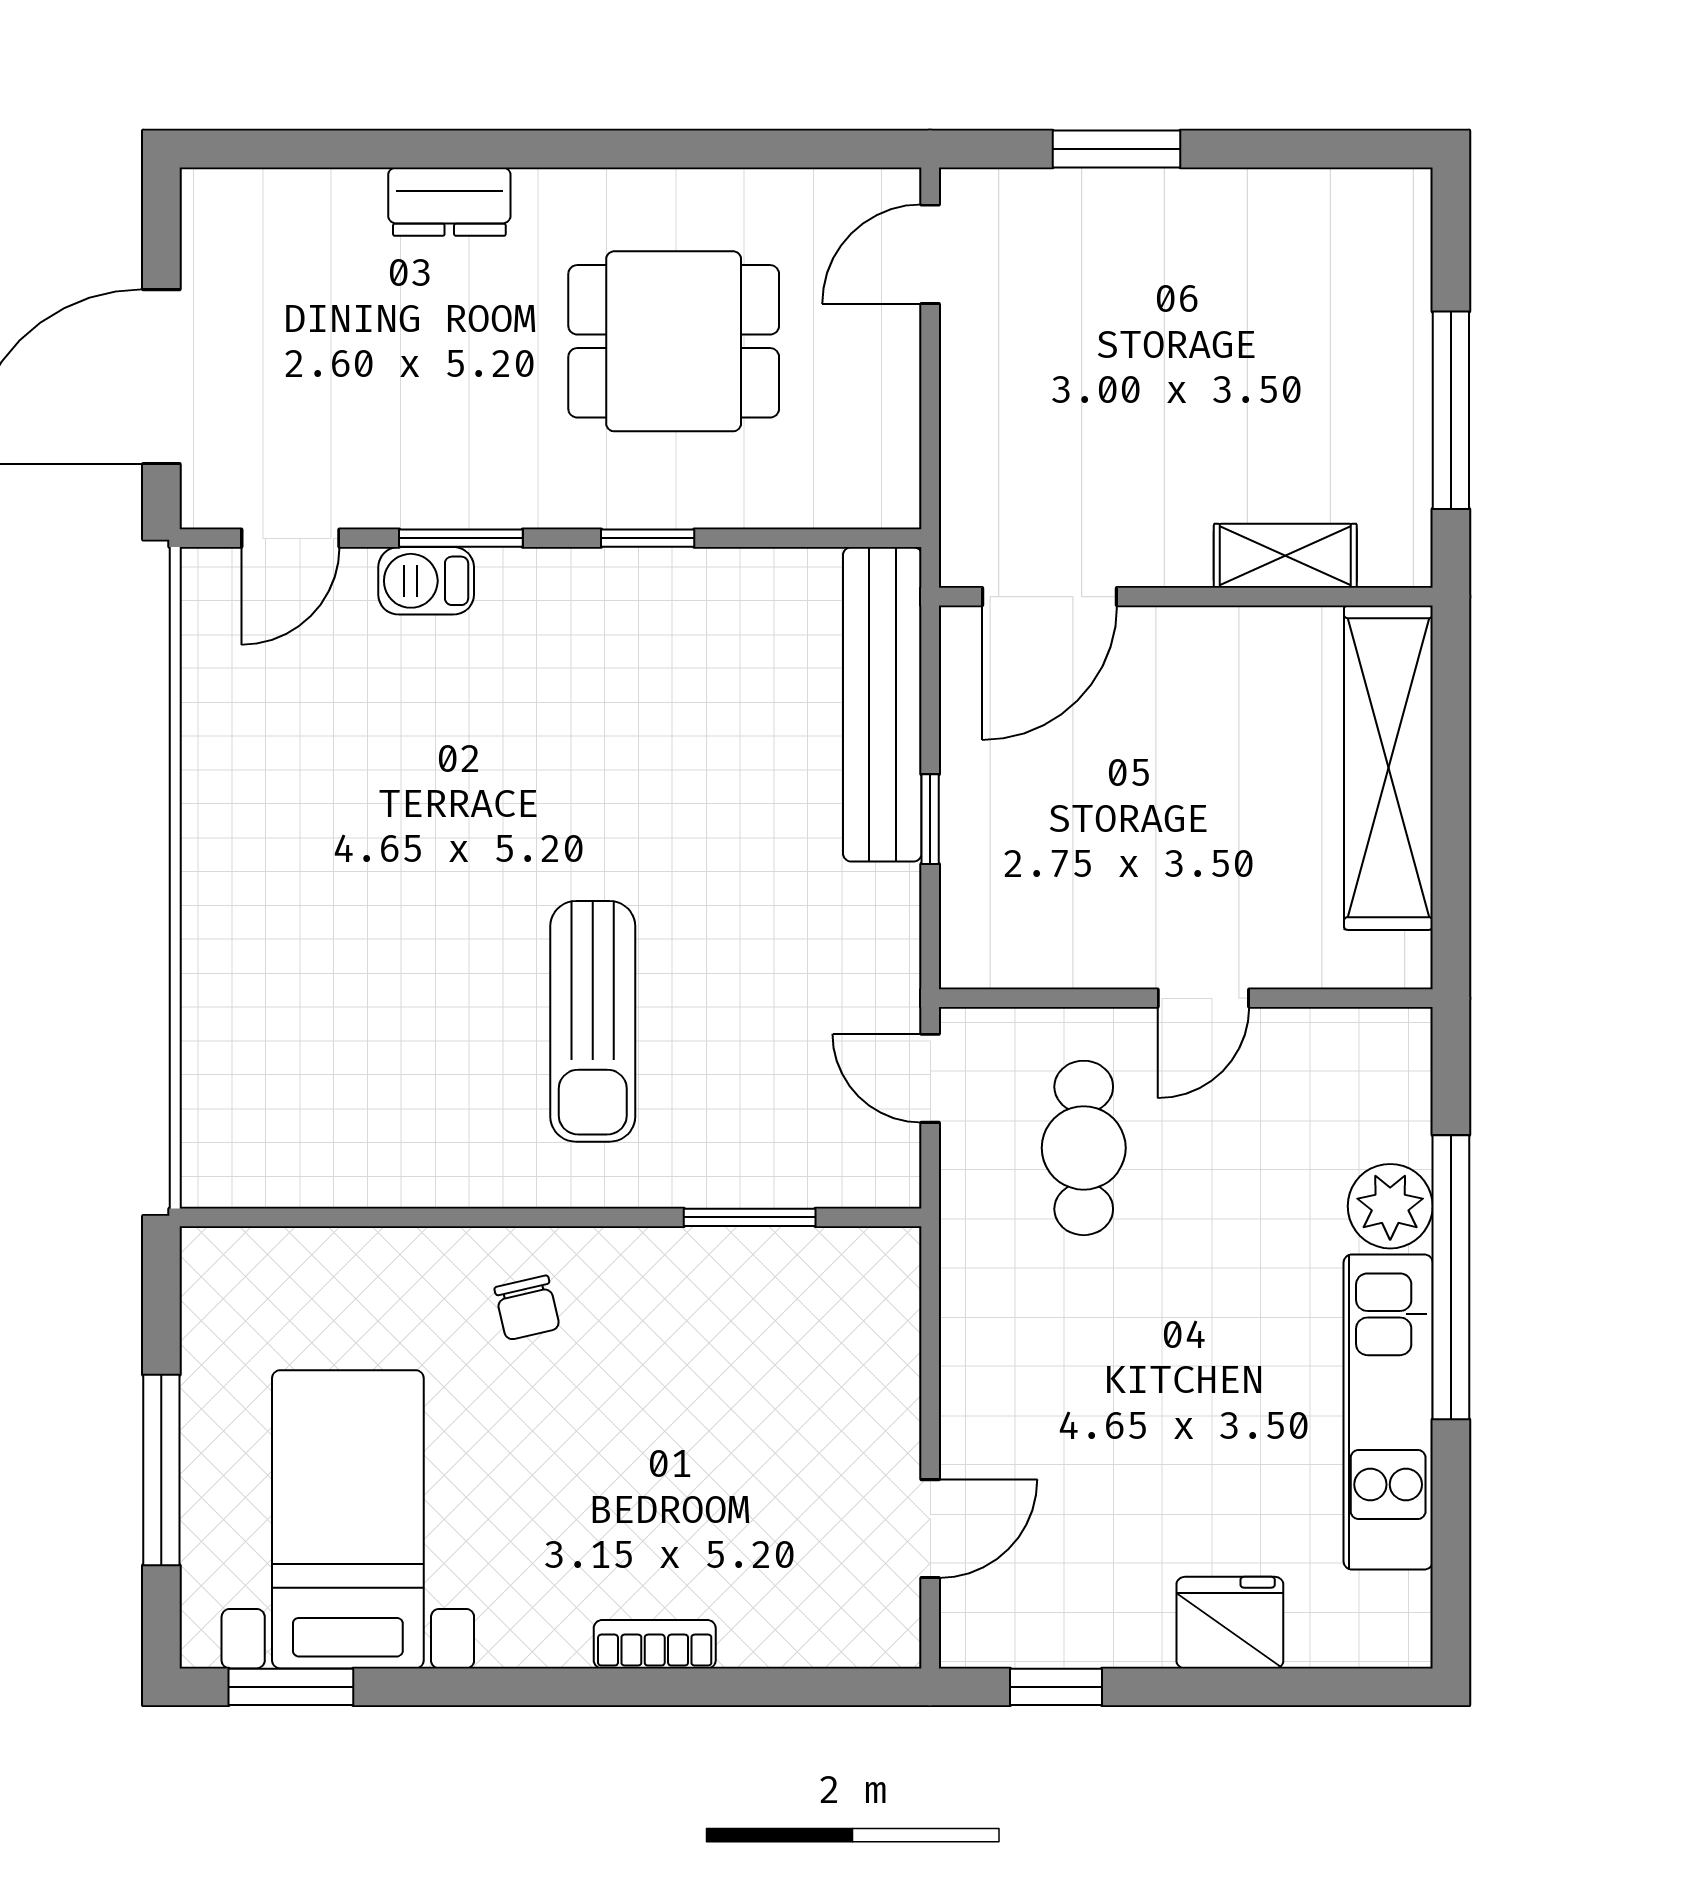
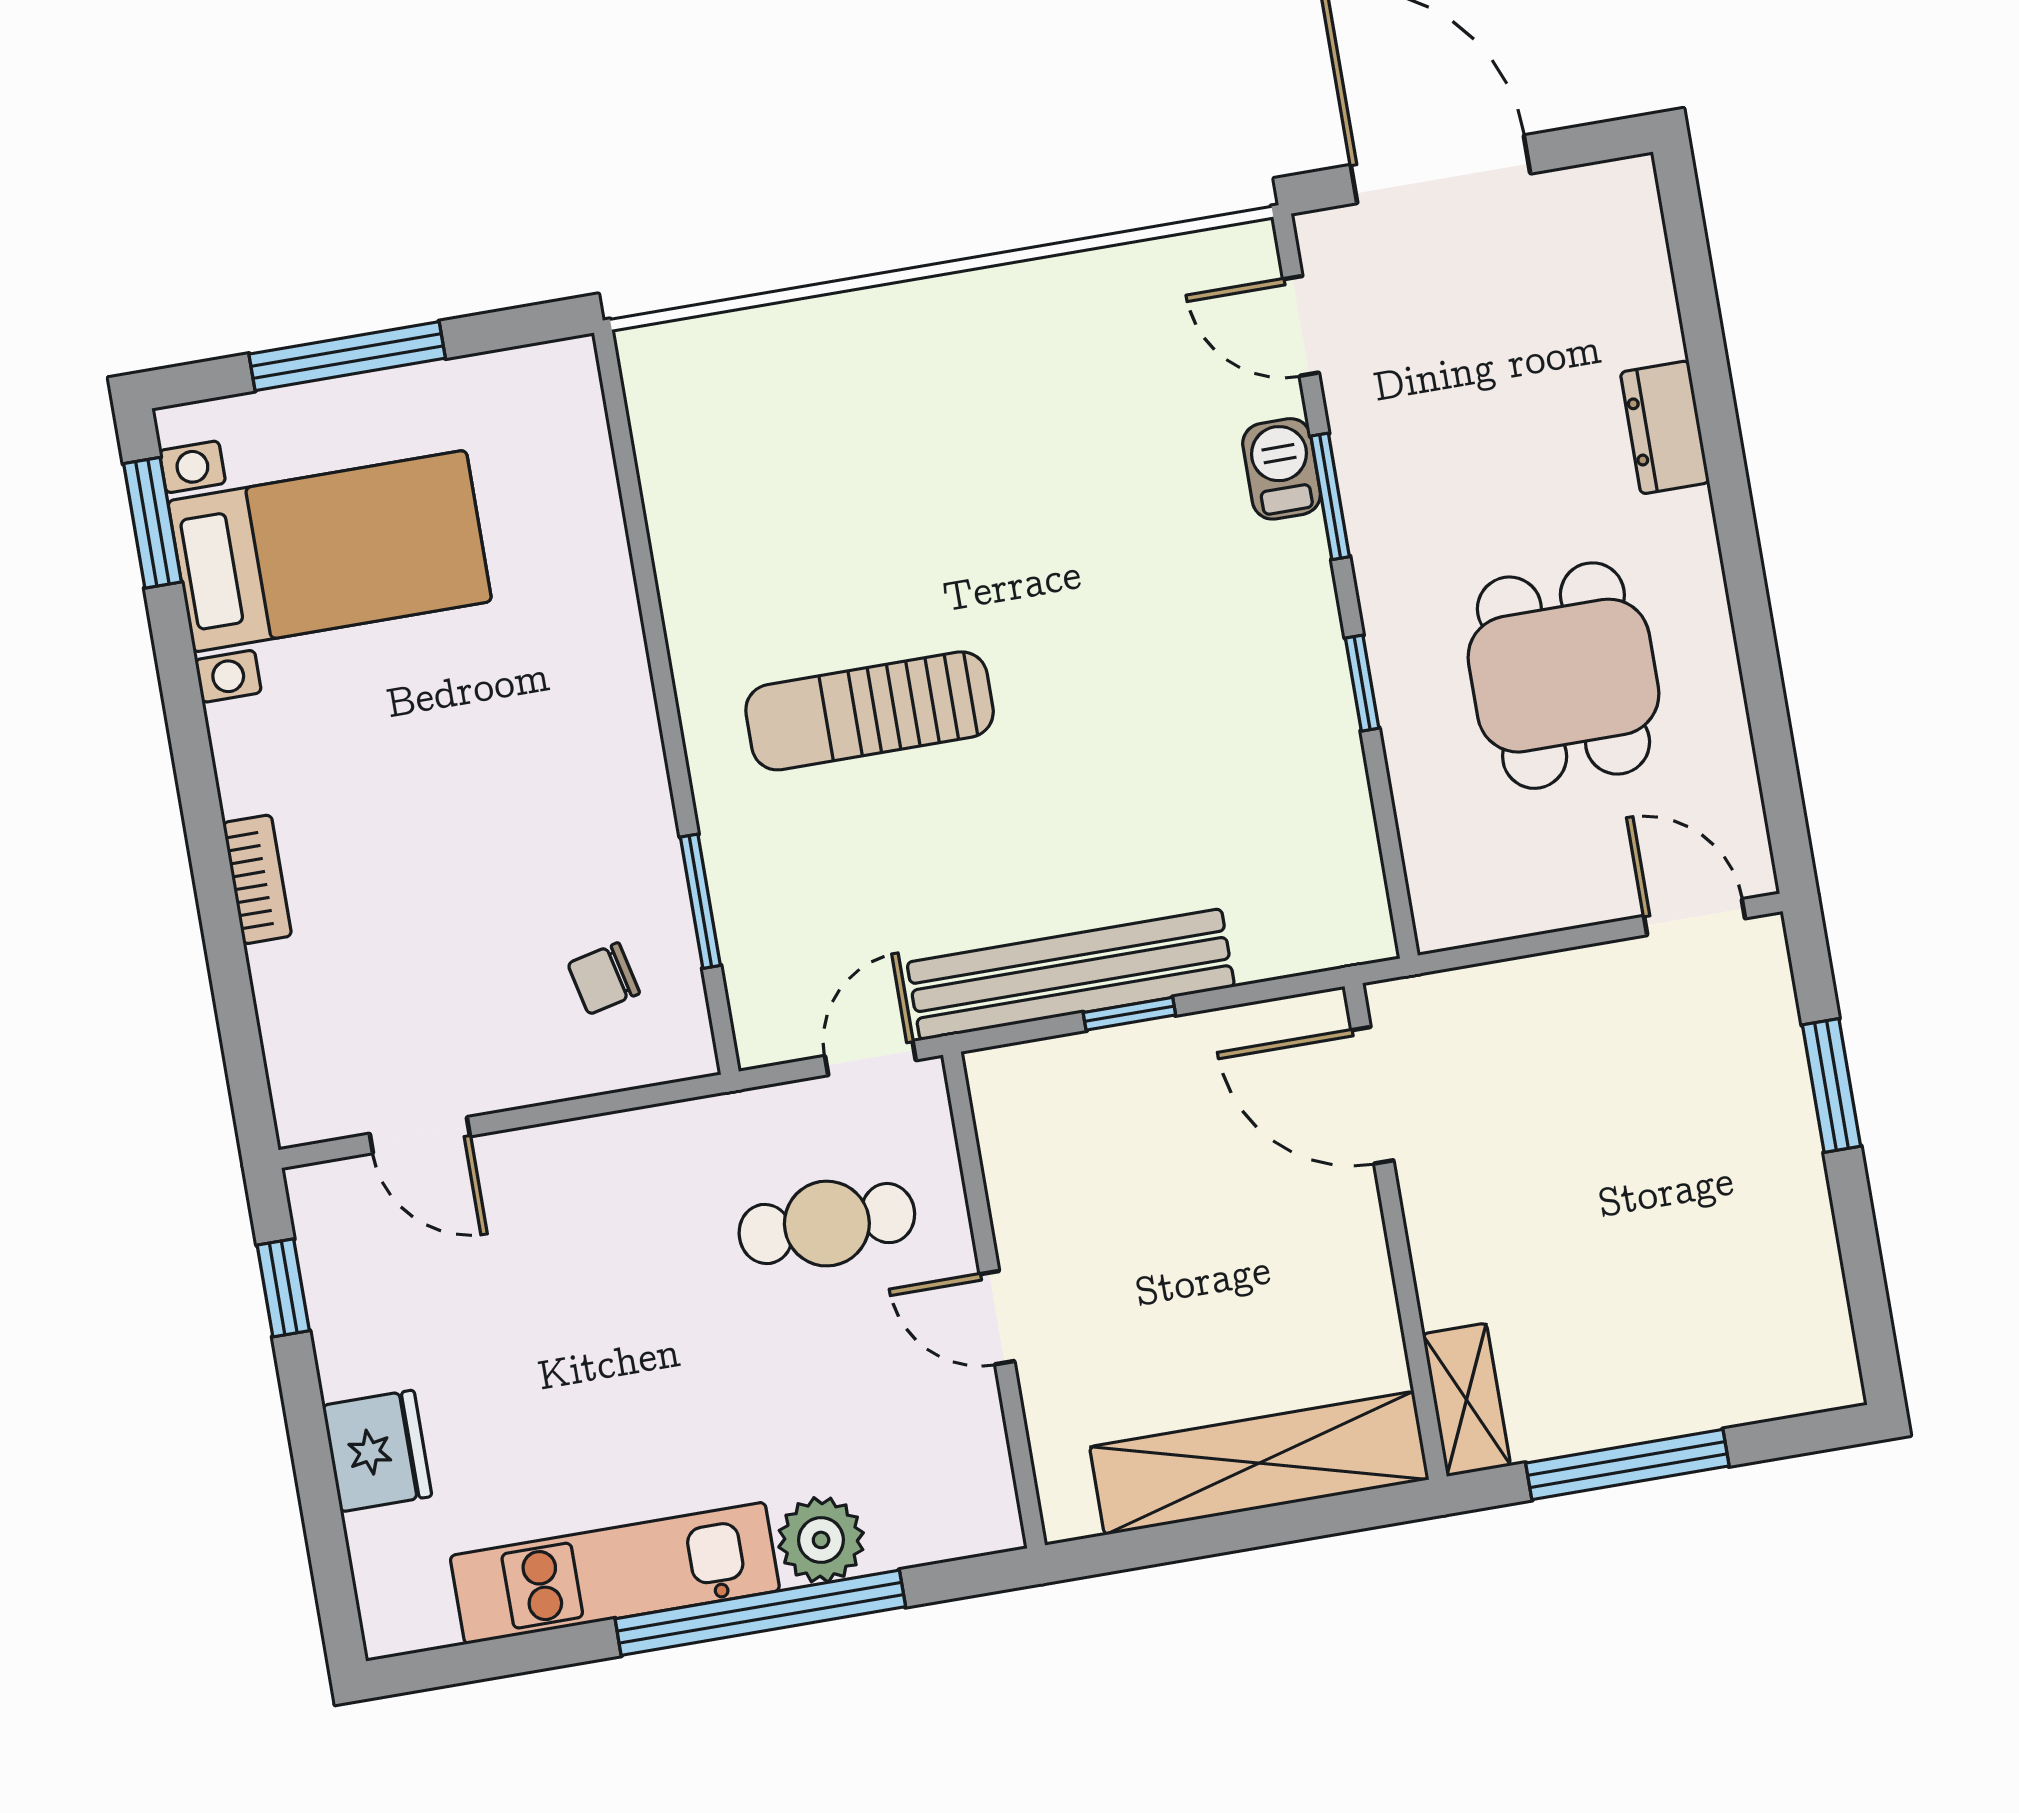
shelving: (1285, 556) -> (1467, 1400), moved
bench: (882, 704) -> (1071, 975), moved
chair: (527, 1308) -> (604, 978), moved

